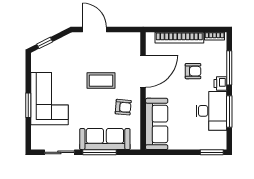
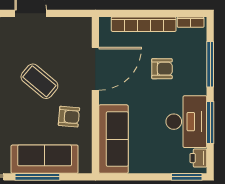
coffee table: (101, 81) -> (39, 81), turned 40
printer: (220, 84) -> (198, 158), moved

